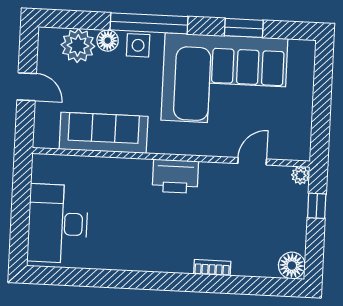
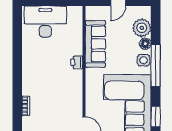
printer: (175, 176) -> (77, 62), moved, width x0.53, depth x0.68

